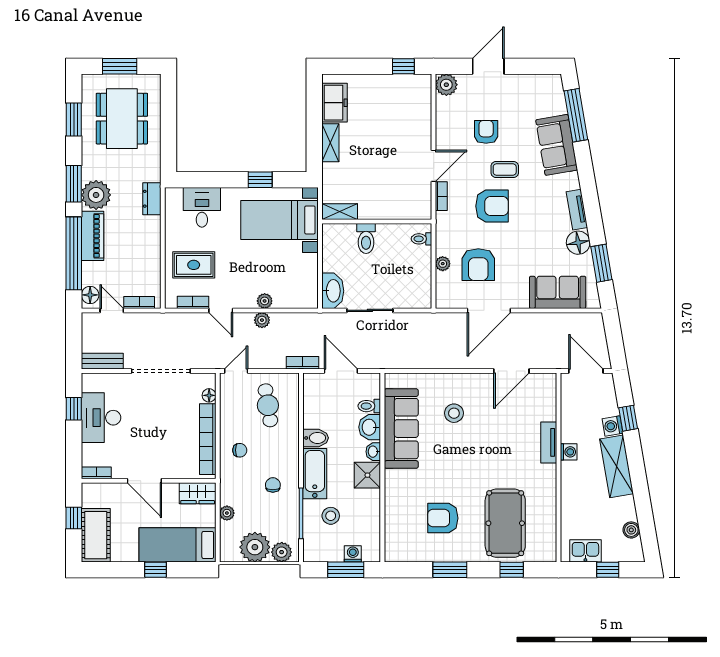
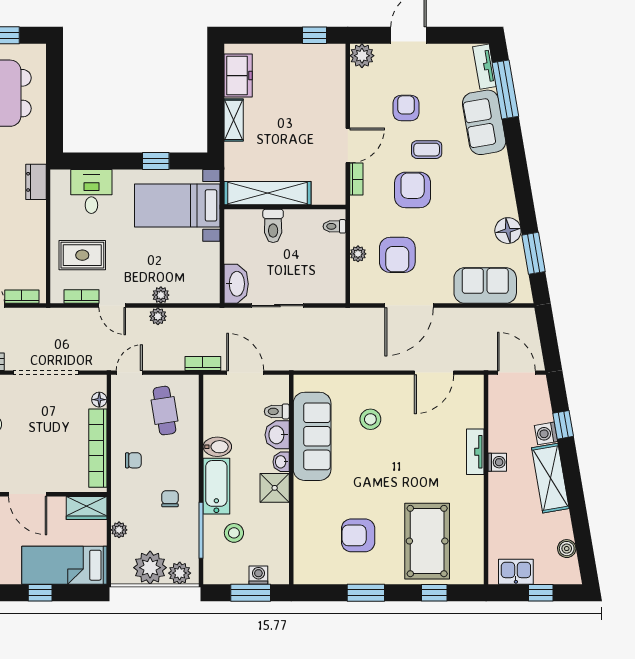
armchair: (492, 206) -> (413, 190), turned -90
tv unit: (577, 210) -> (485, 67), moved
shelving: (340, 212) -> (267, 193), width x2.20, depth x1.33

